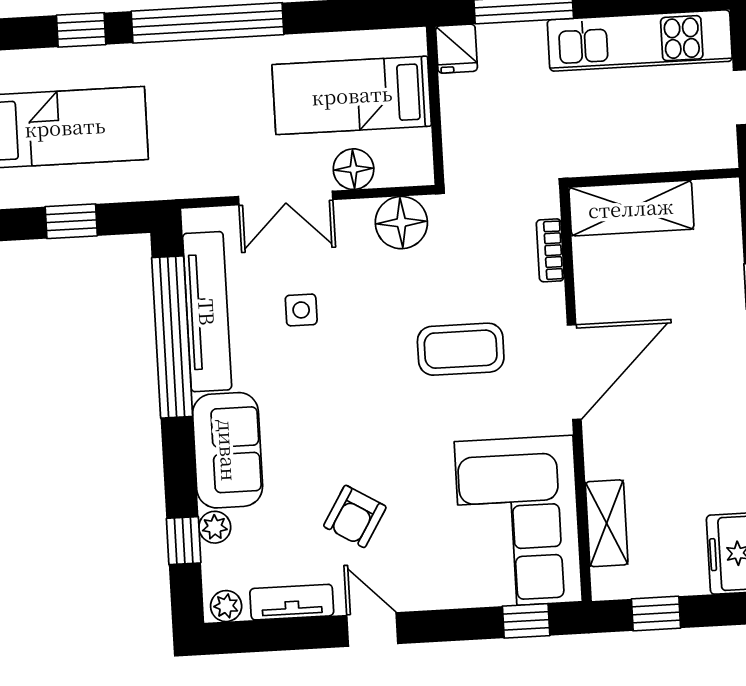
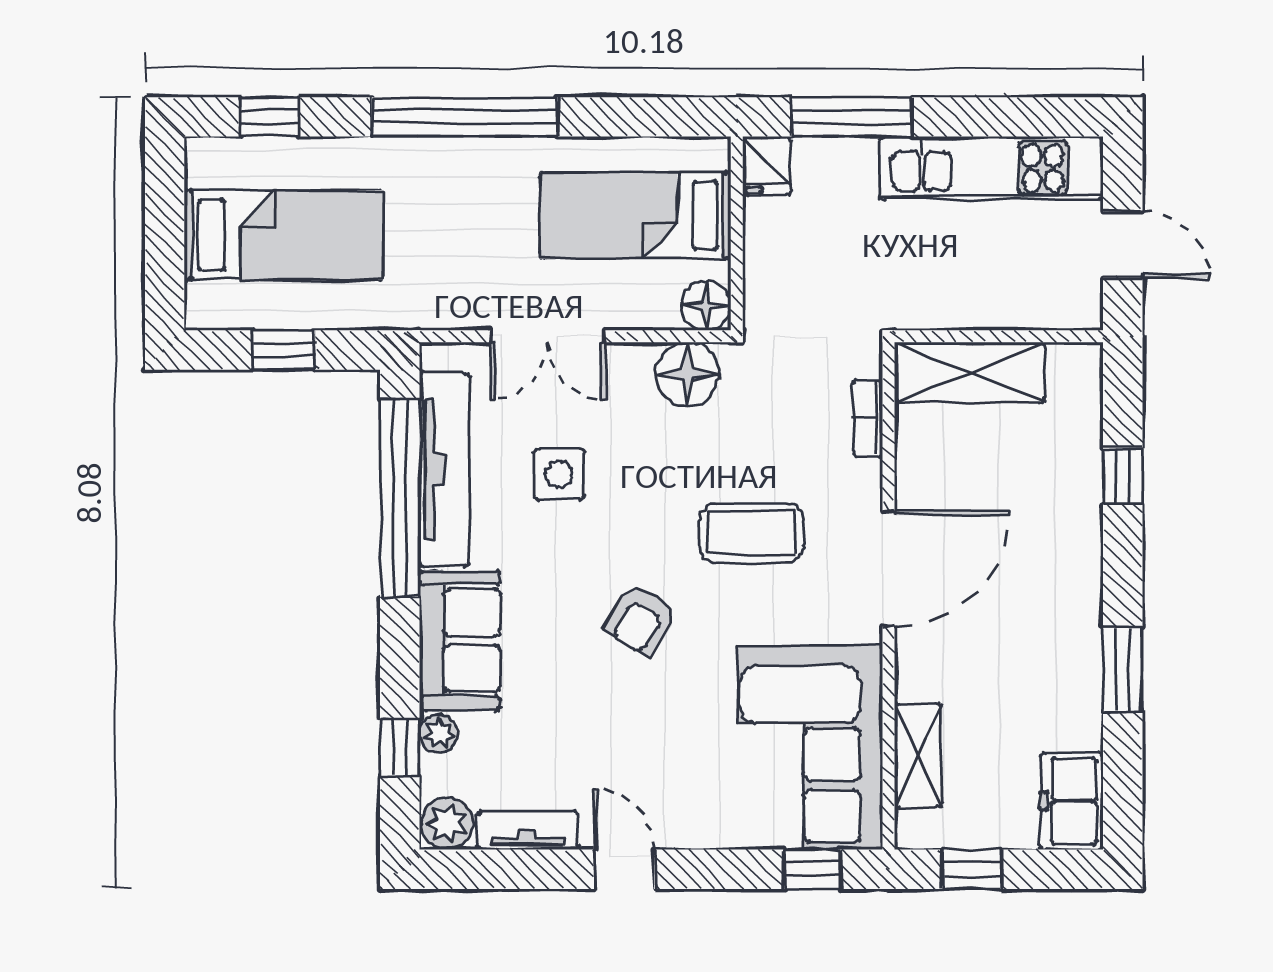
window: (81, 30) -> (270, 117), moved
floor lamp: (354, 169) -> (706, 306), moved
side table: (301, 310) -> (559, 474), width x1.37, depth x1.37
armchair: (355, 516) -> (641, 620), moved
plant: (226, 606) -> (447, 824), width x1.38, depth x1.38

